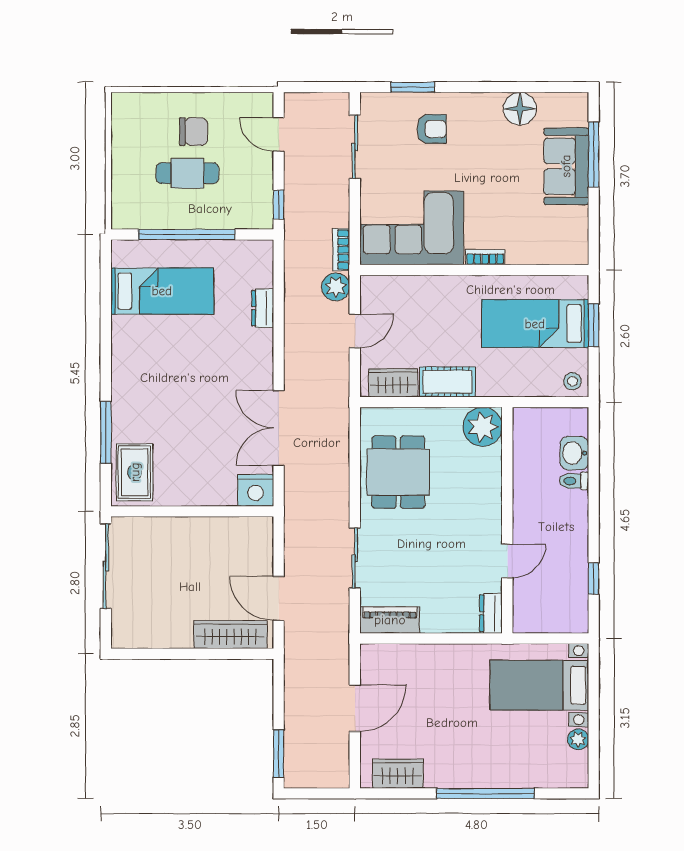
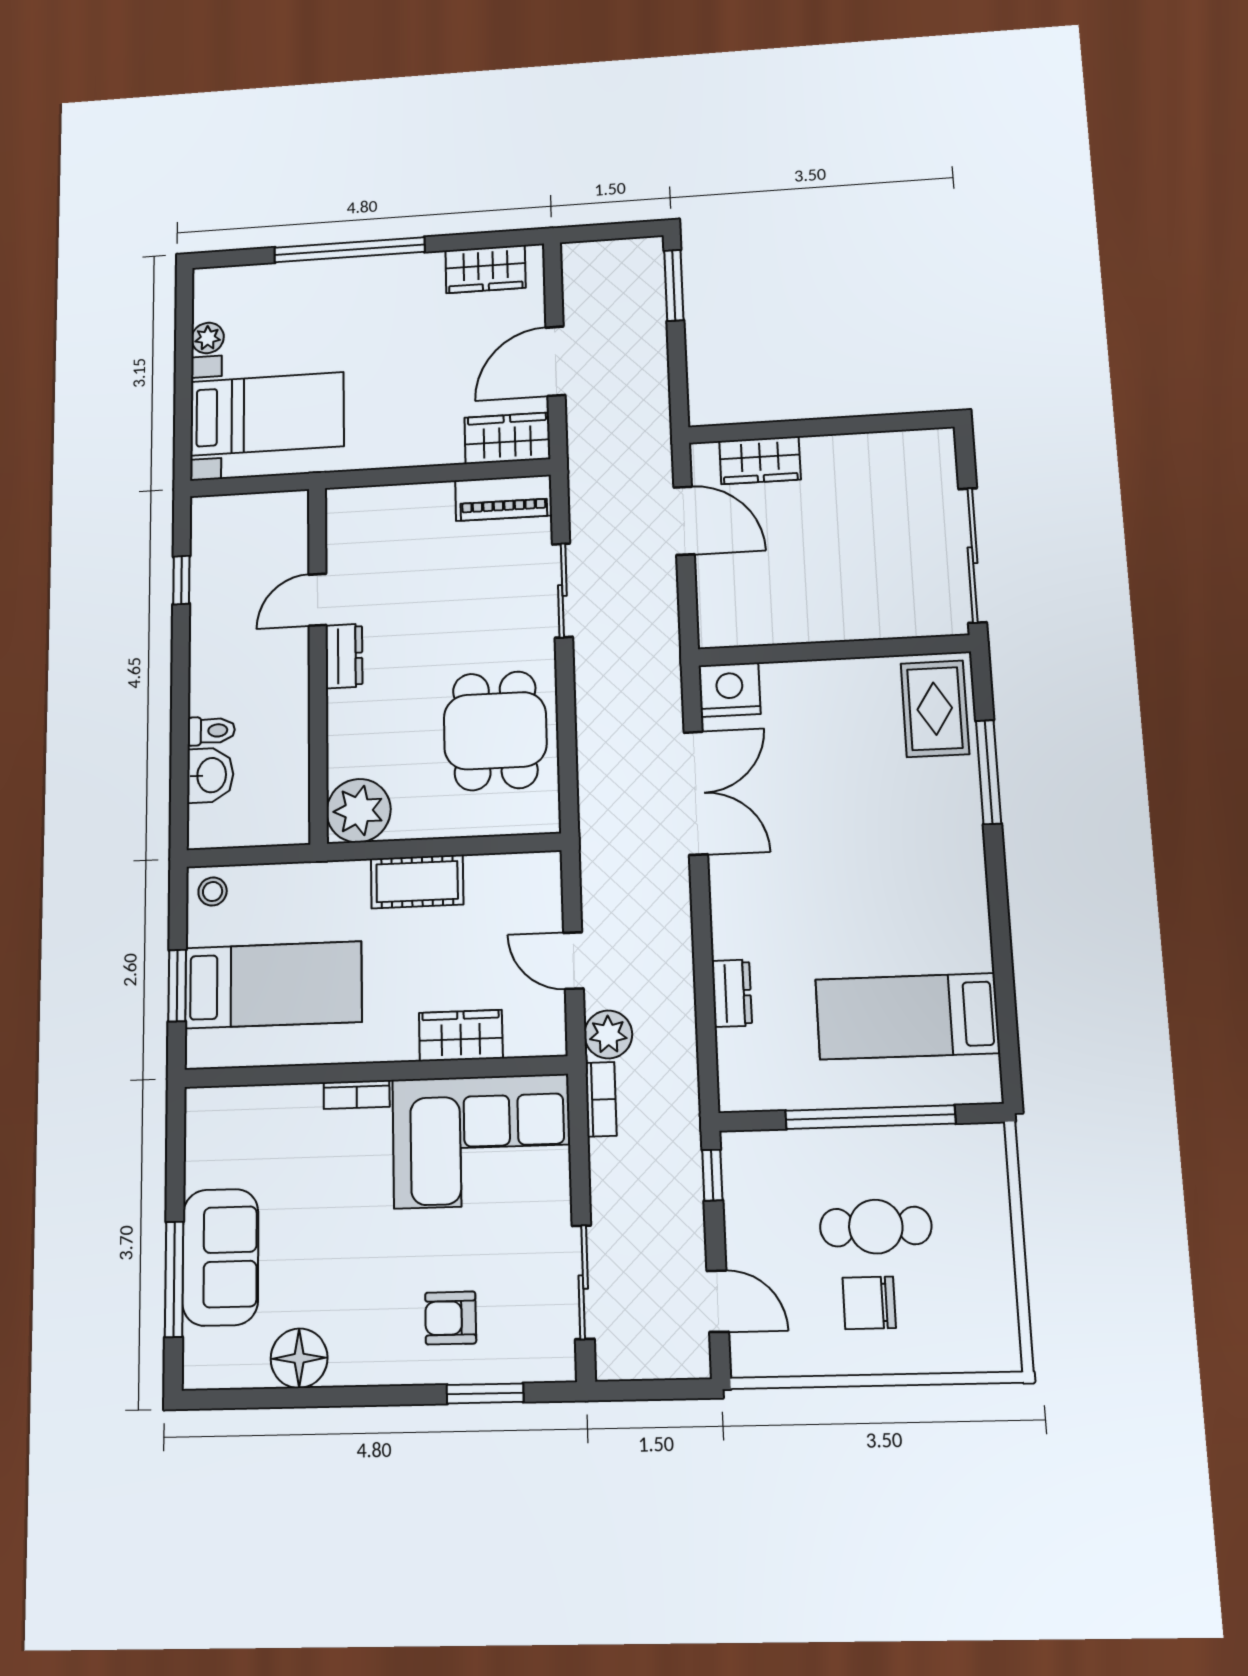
door: (355, 331) -> (573, 961), hinge flipped
wardrobe: (393, 383) -> (461, 1036), moved, turned 180
dresser: (491, 613) -> (344, 656), moved
wardrobe: (230, 634) -> (760, 460), width x0.67
wardrobe: (386, 659) -> (507, 438), added

